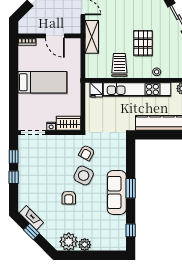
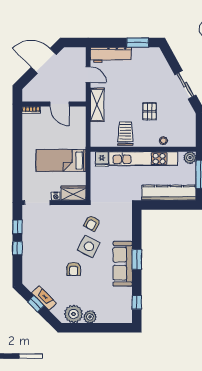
pallet: (143, 43) -> (149, 111), width x0.67, depth x0.71
bed: (42, 82) -> (61, 160), moved, turned 180
fireplace: (31, 218) -> (44, 298), moved

